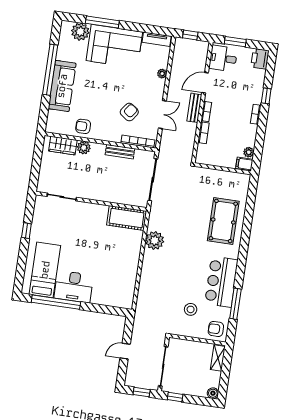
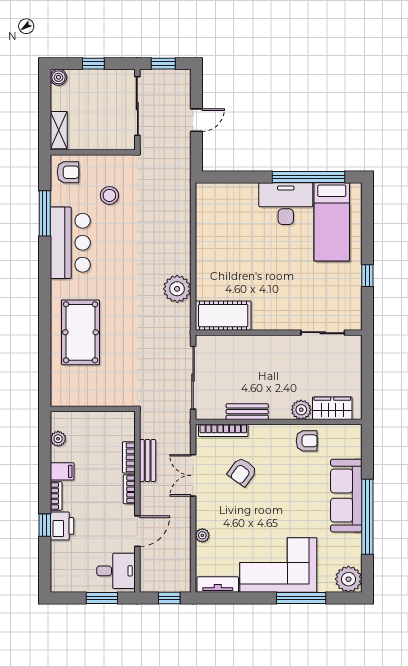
plant: (80, 32) -> (348, 579), moved
printer: (260, 59) -> (62, 526), moved
bench: (194, 108) -> (148, 460), moved
filing cabinet: (244, 164) -> (62, 471), moved
window: (175, 397) -> (93, 64), moved

